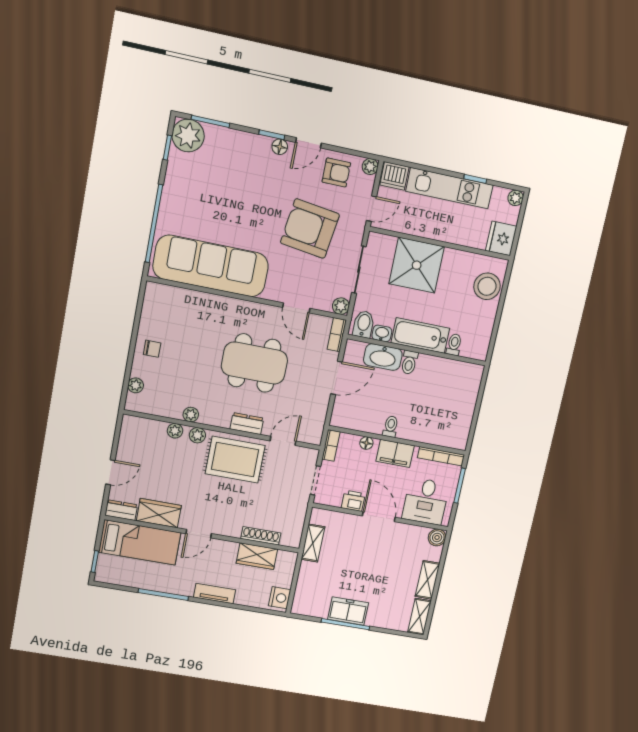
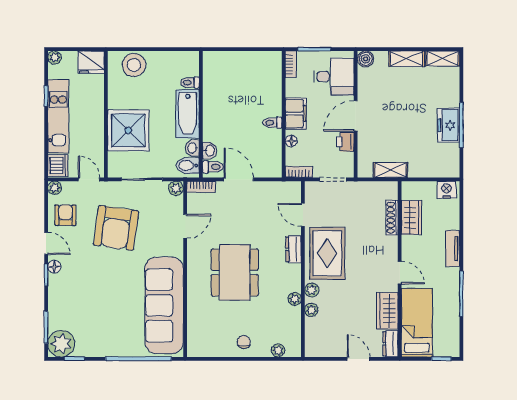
washbasin: (383, 357) -> (210, 151), width x0.52, depth x0.69
toilet: (409, 362) -> (213, 167), moved
dining table: (254, 363) -> (235, 272), moved
bookcase: (441, 456) -> (291, 64), width x0.64

